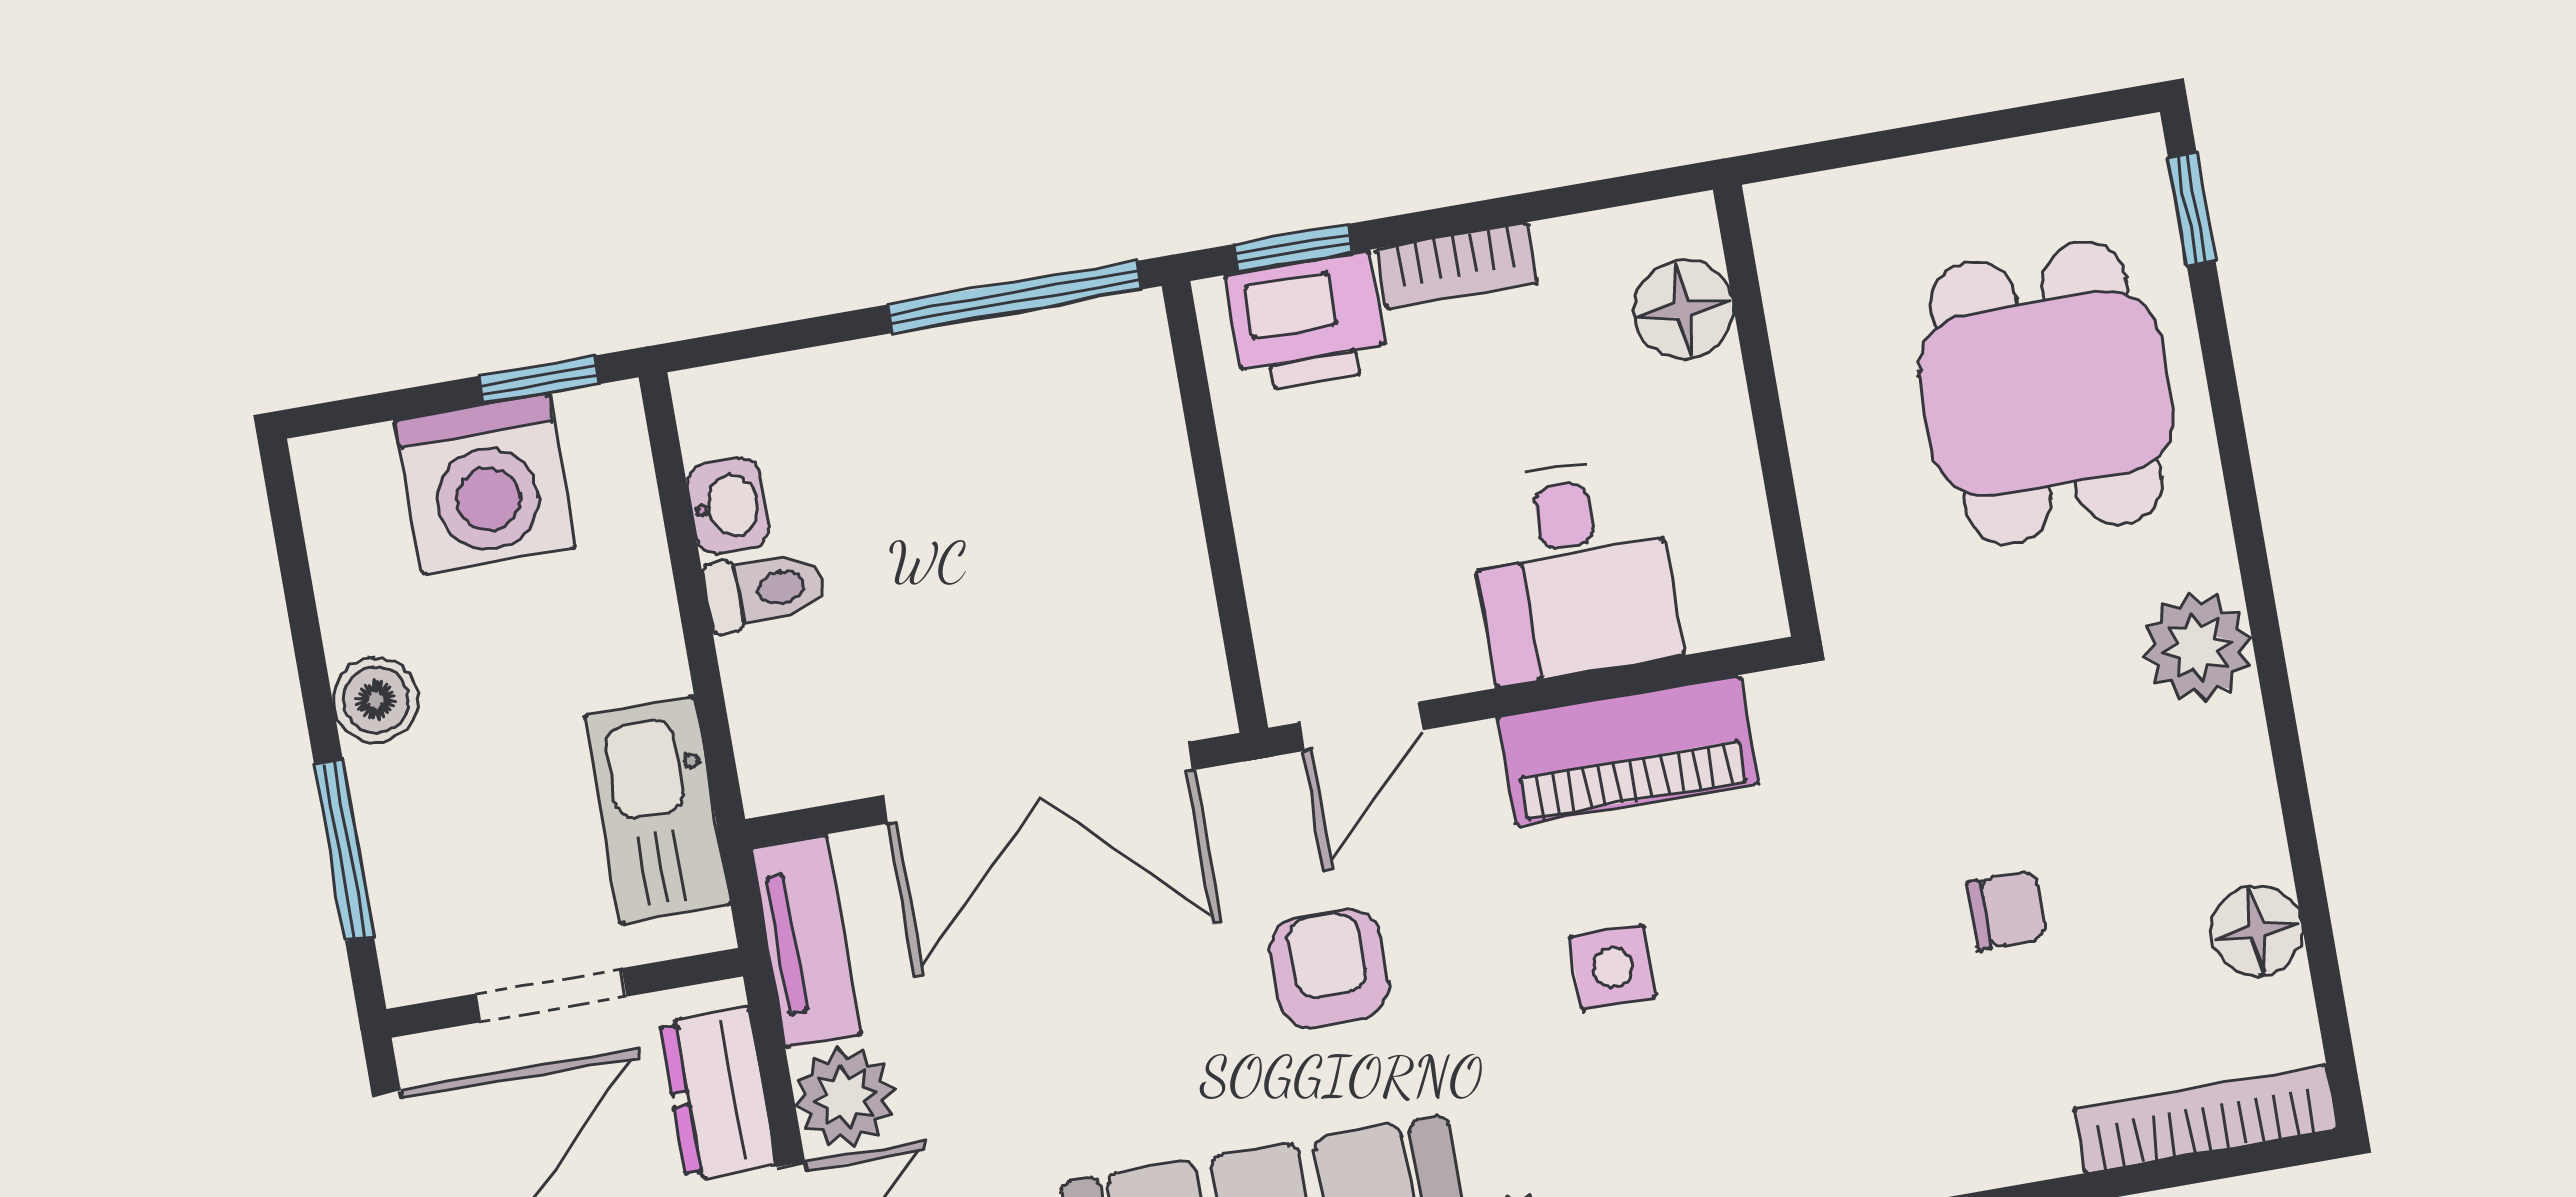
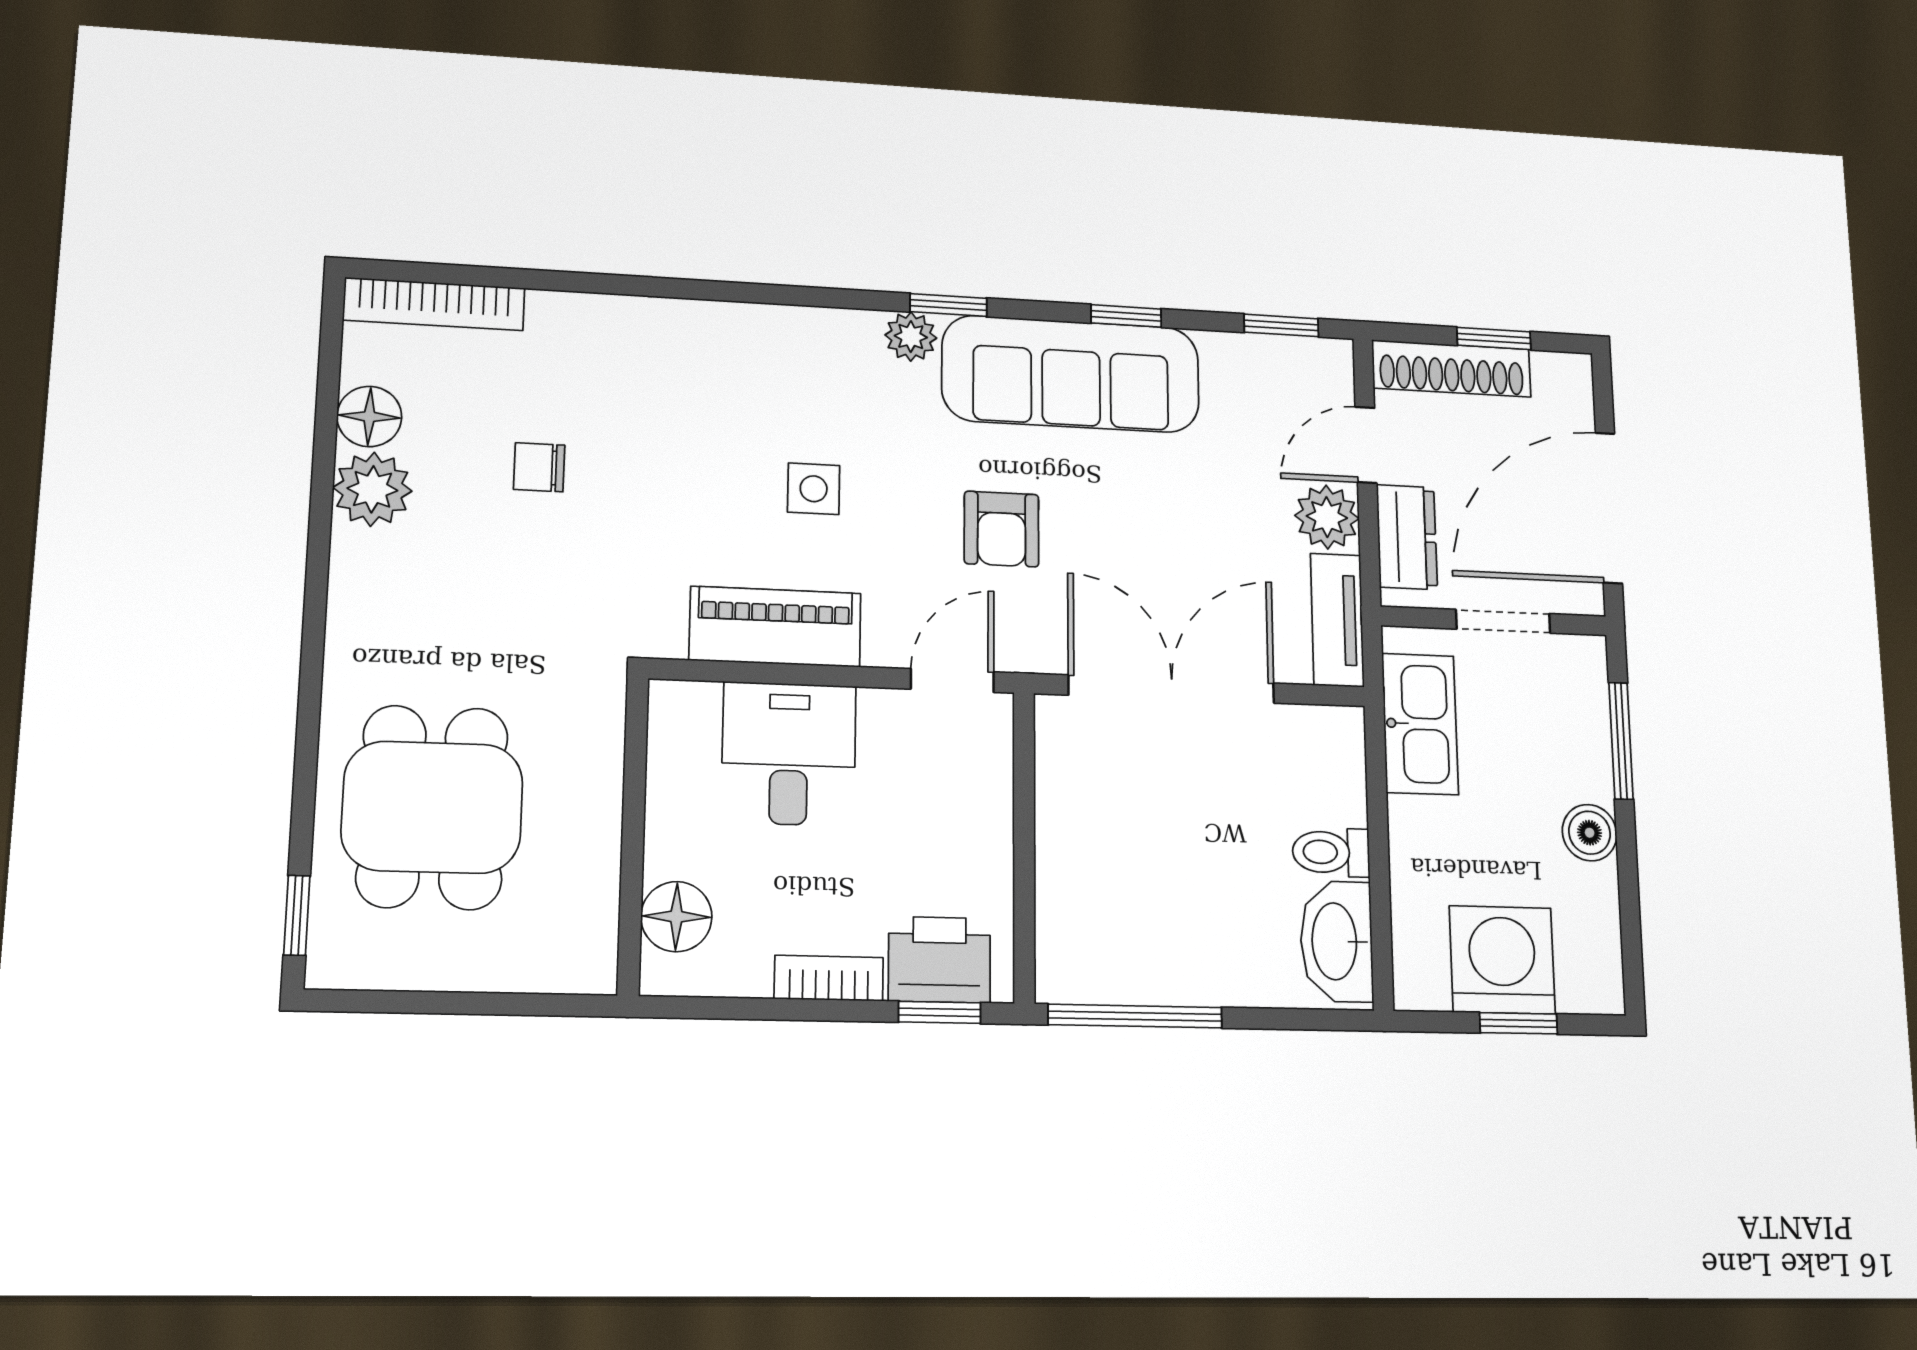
window: (539, 380) -> (1518, 1023), moved
washbasin: (728, 506) -> (1336, 941), width x1.91, depth x1.45
plant: (2197, 647) -> (372, 489), moved

